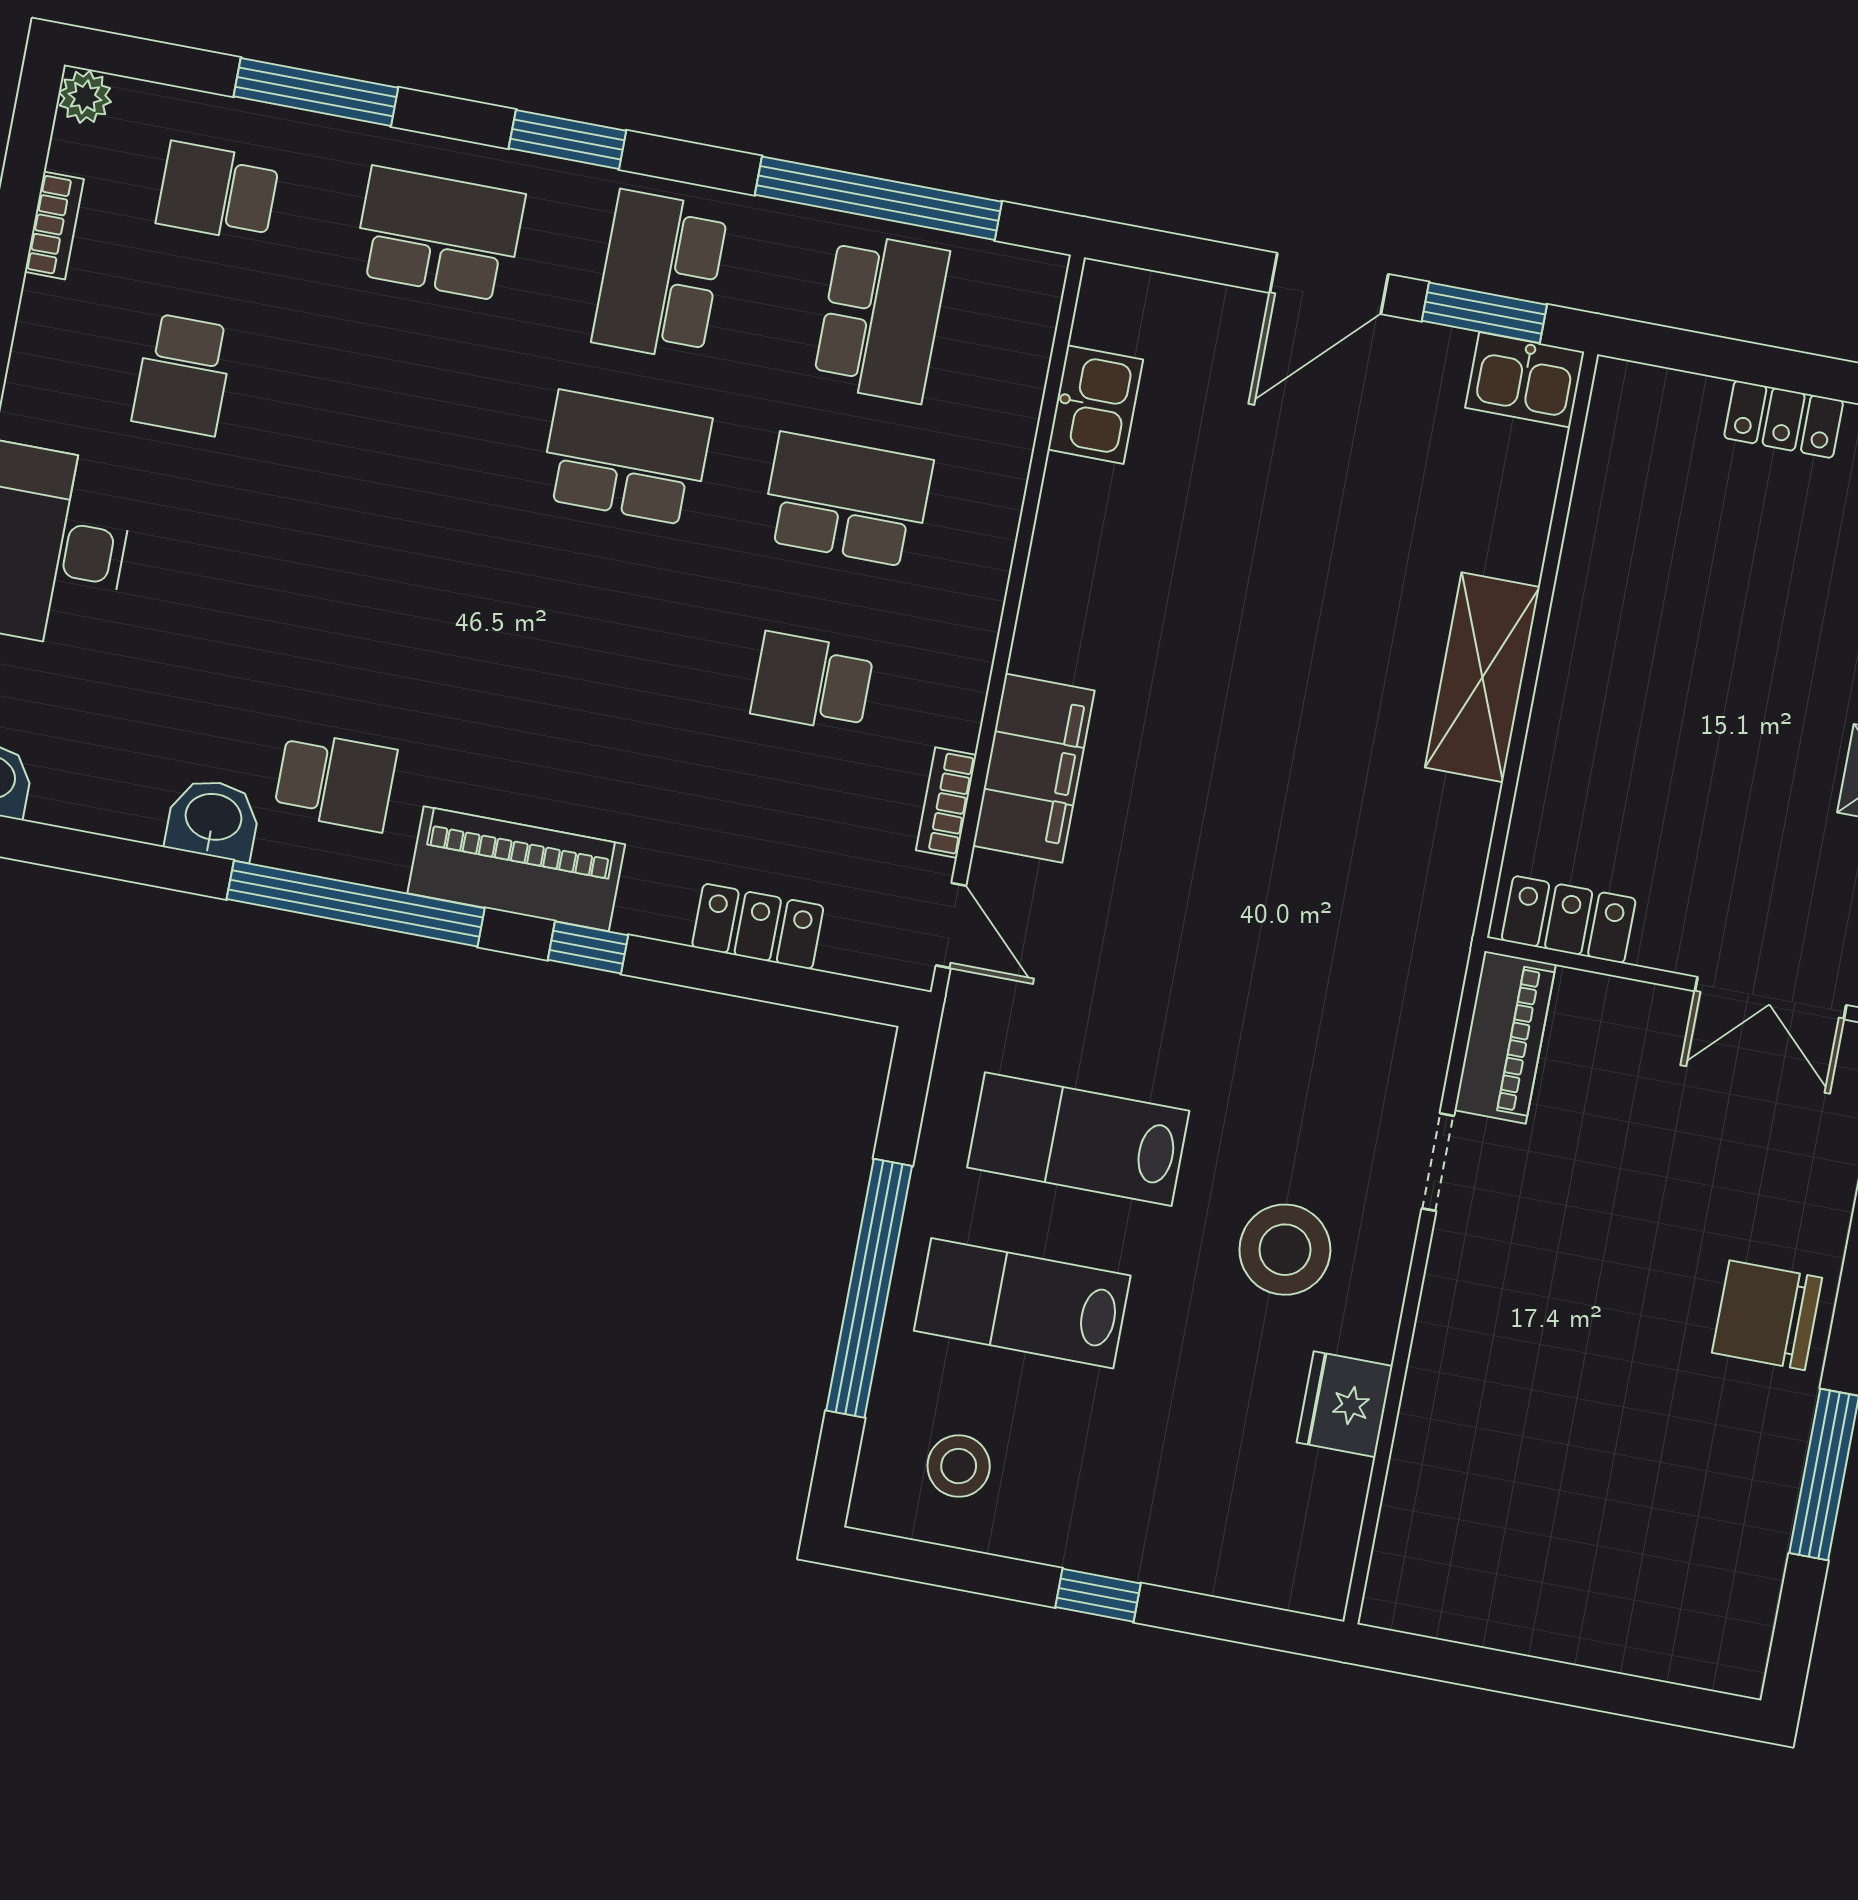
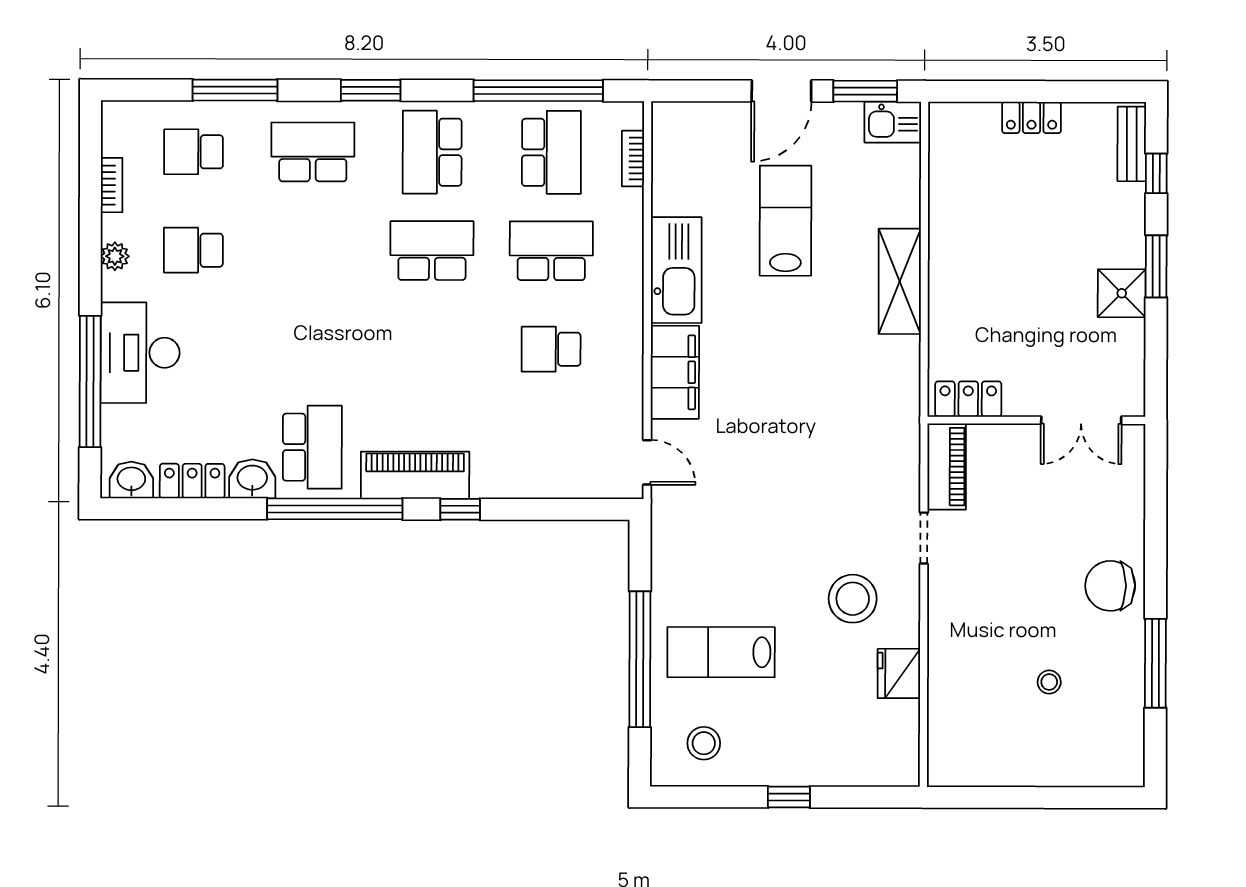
plant: (85, 97) -> (115, 256), moved
school desk: (183, 374) -> (193, 250), turned 90
kitchen sink: (1095, 405) -> (676, 270), moved, width x1.87, depth x1.24
school desk: (335, 781) -> (312, 447), width x1.85
bookcase: (946, 803) -> (633, 158), moved
locker: (758, 926) -> (192, 481), moved
lab bench: (1078, 1139) -> (786, 221), moved, turned 90
stool: (1620, 1472) -> (1049, 682), added

